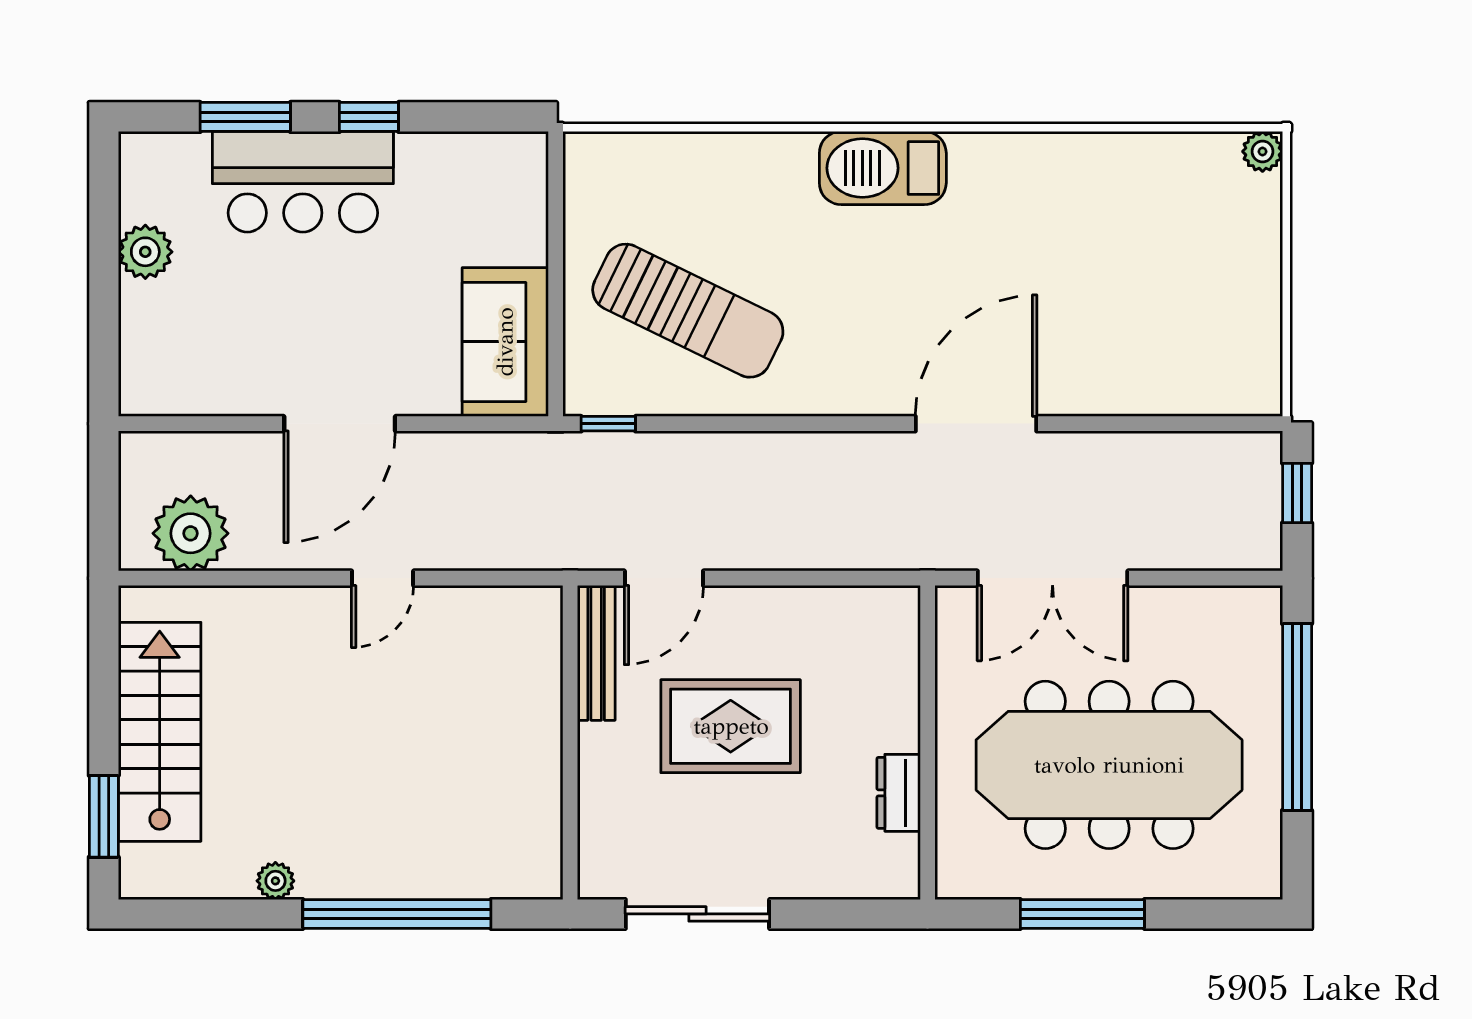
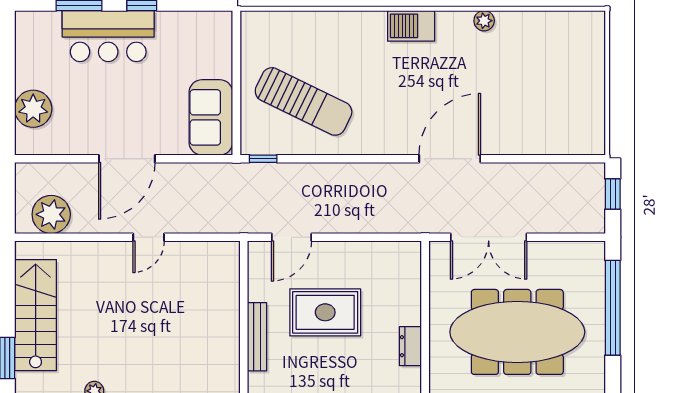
plant: (1263, 151) -> (484, 21), moved
barbecue: (883, 168) -> (411, 26), width x0.73, depth x0.83
plant: (145, 252) -> (33, 109), moved, width x1.36, depth x1.36
bench: (596, 653) -> (257, 337), moved

